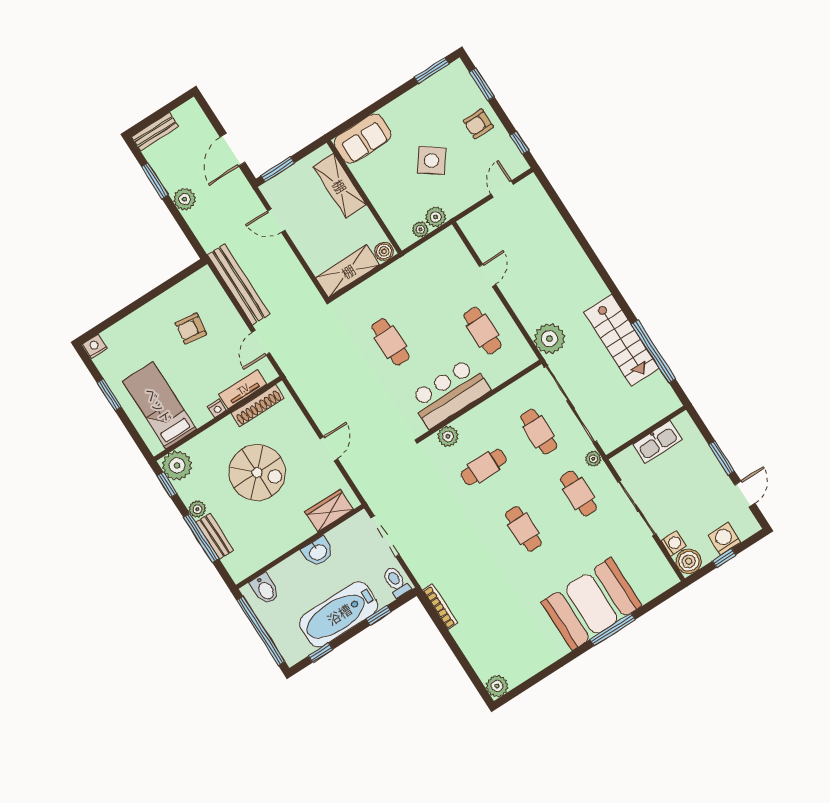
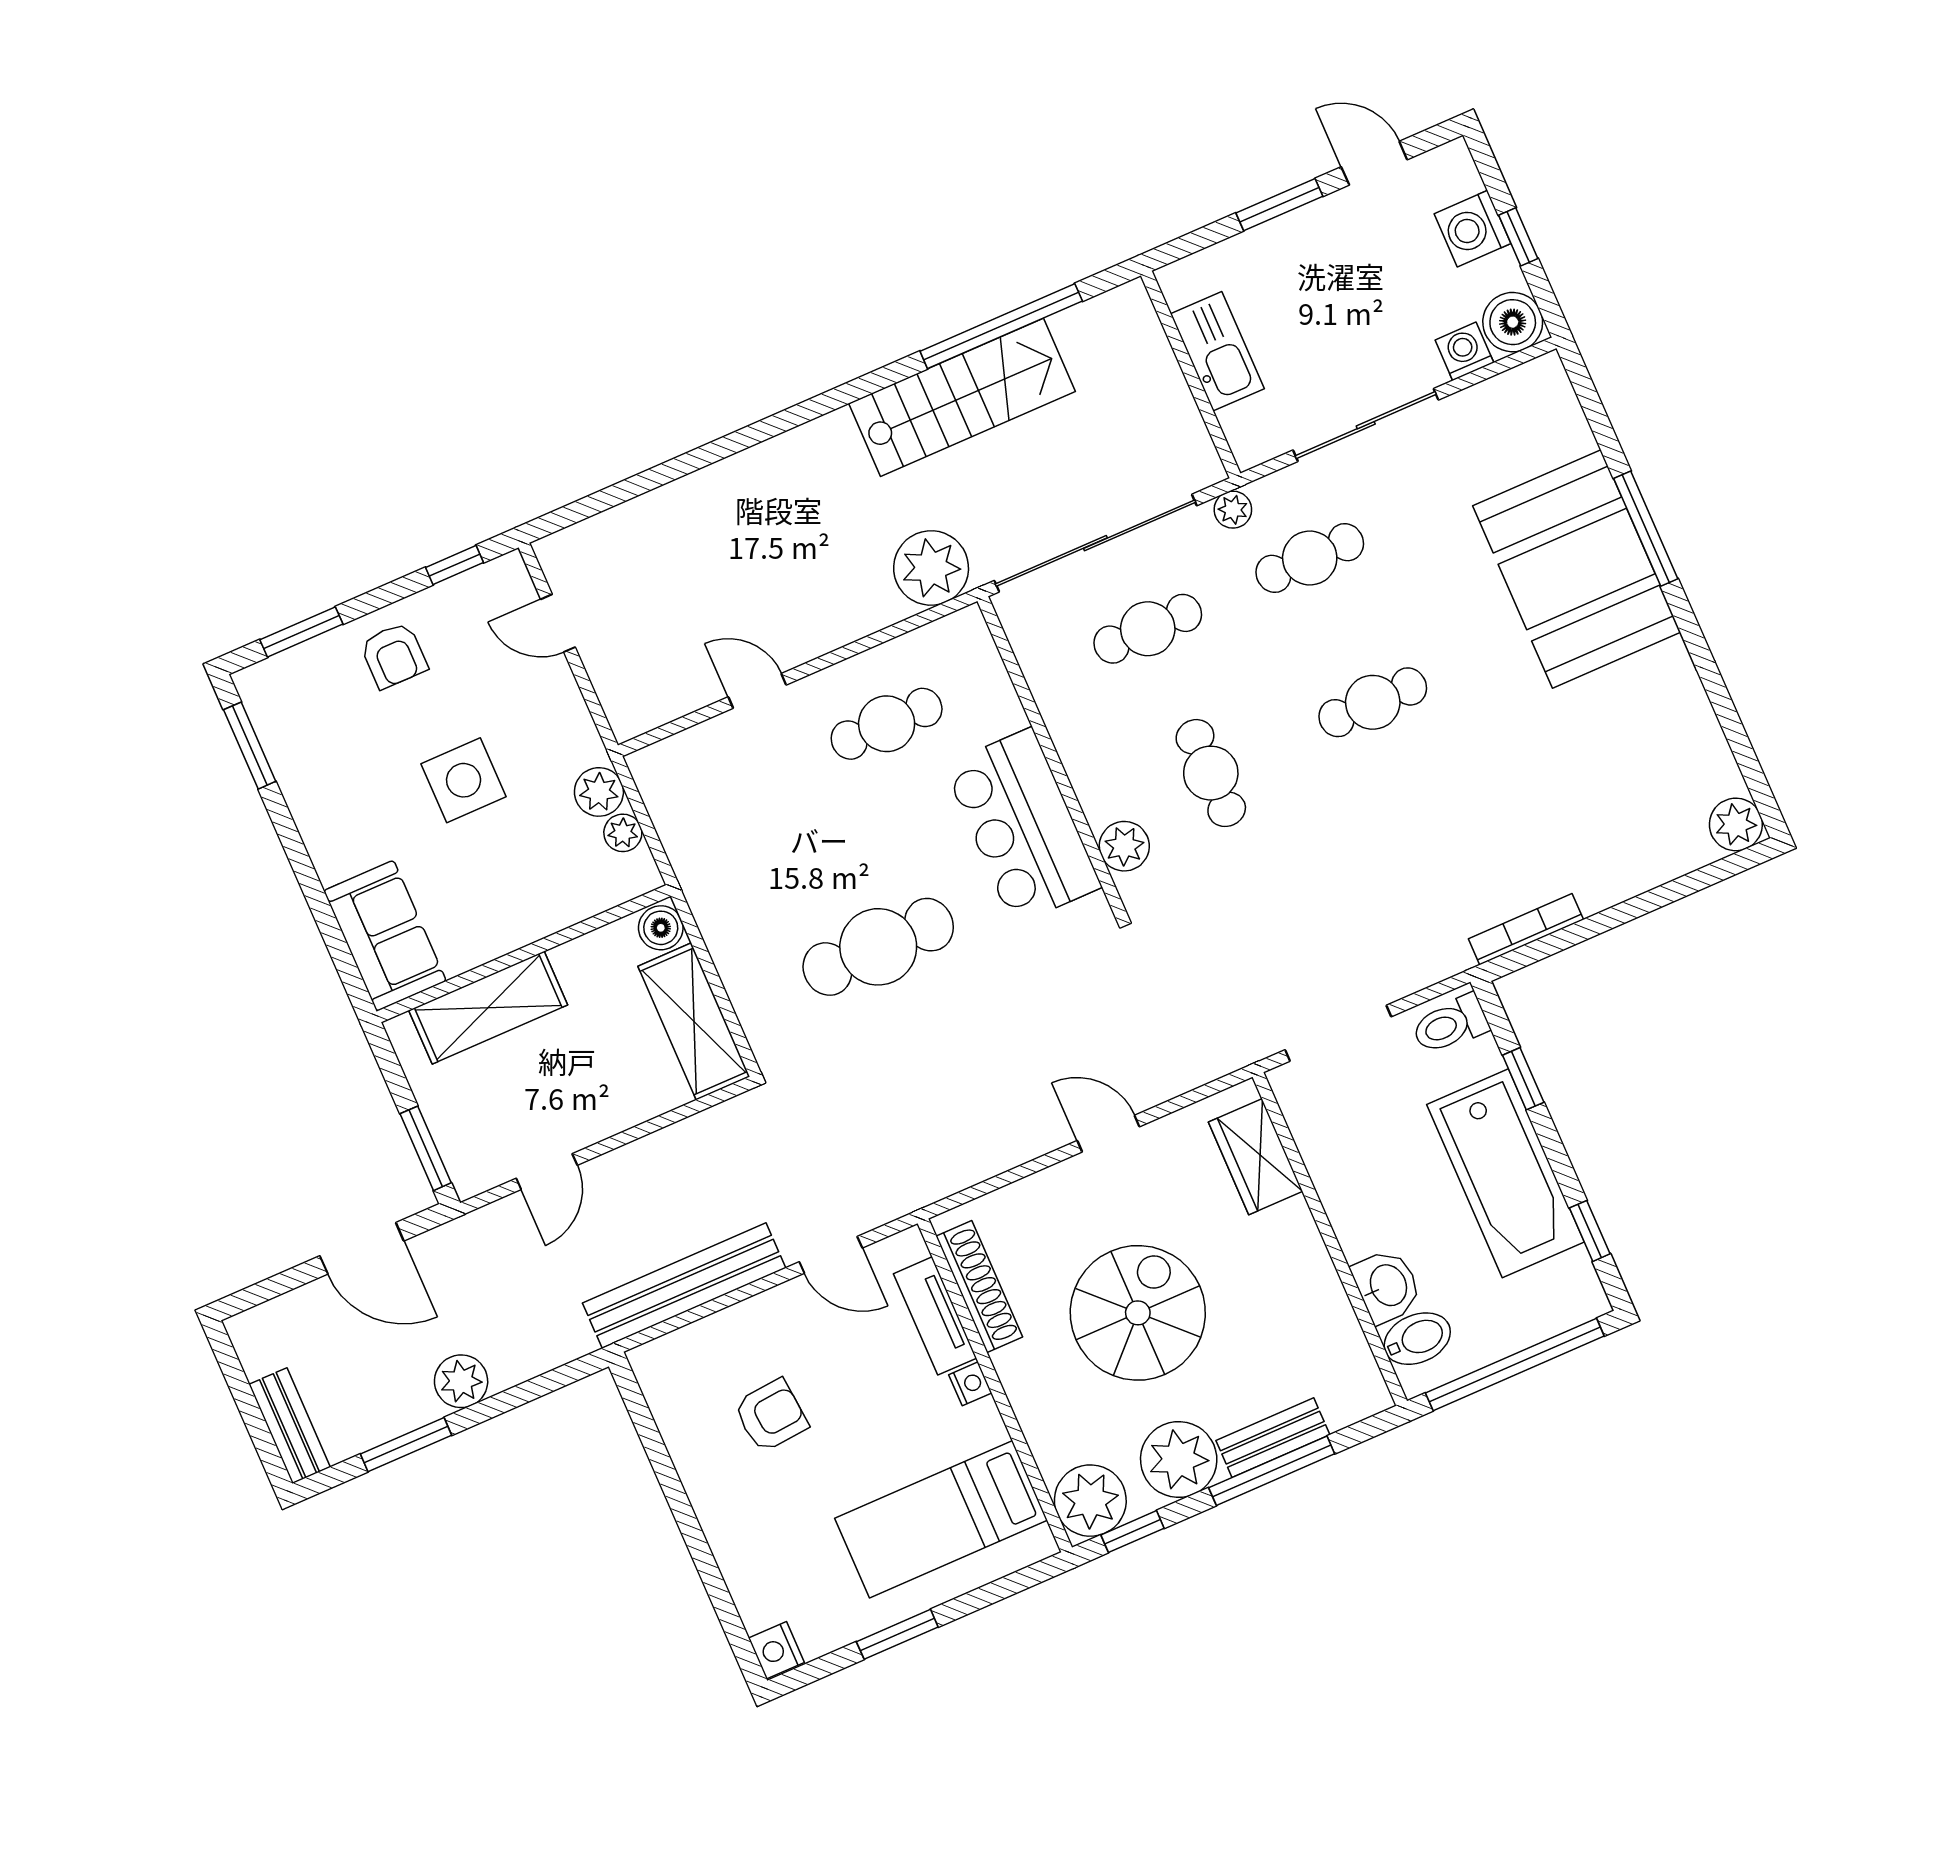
side table: (432, 161) -> (464, 780), turned -36
armchair: (191, 329) -> (771, 1415), turned -103
cafe table: (390, 342) -> (878, 947), width x1.37, depth x1.35
plant: (197, 509) -> (1179, 1460), width x1.88, depth x1.88
washbasin: (318, 552) -> (1387, 1286), moved

